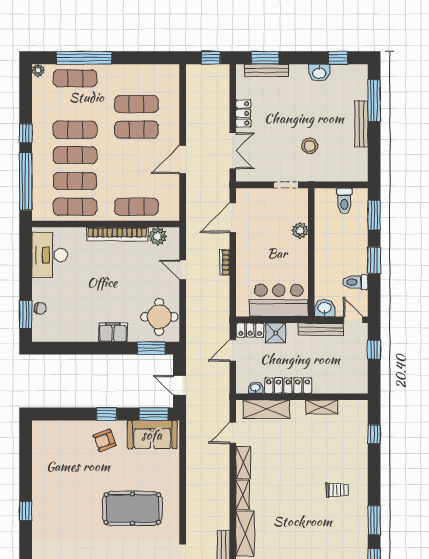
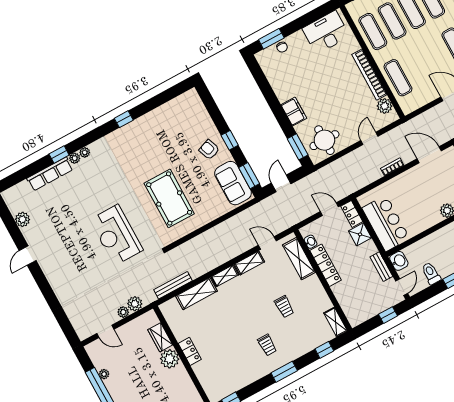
bench: (321, 329) -> (381, 267), width x0.73
shelving: (322, 407) -> (336, 322), moved
trolley: (307, 451) -> (284, 307), added
window: (374, 520) -> (284, 372), moved

